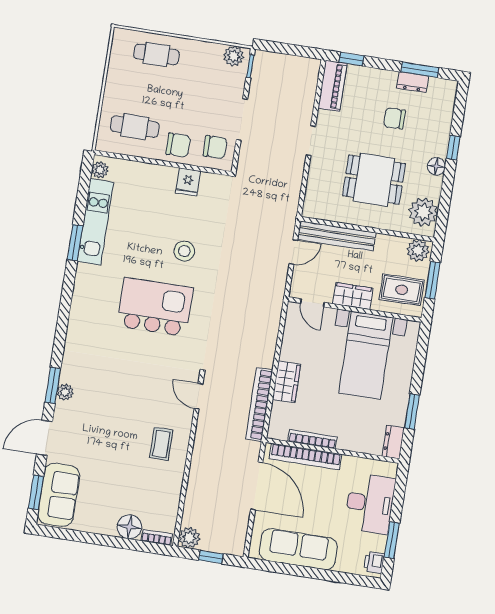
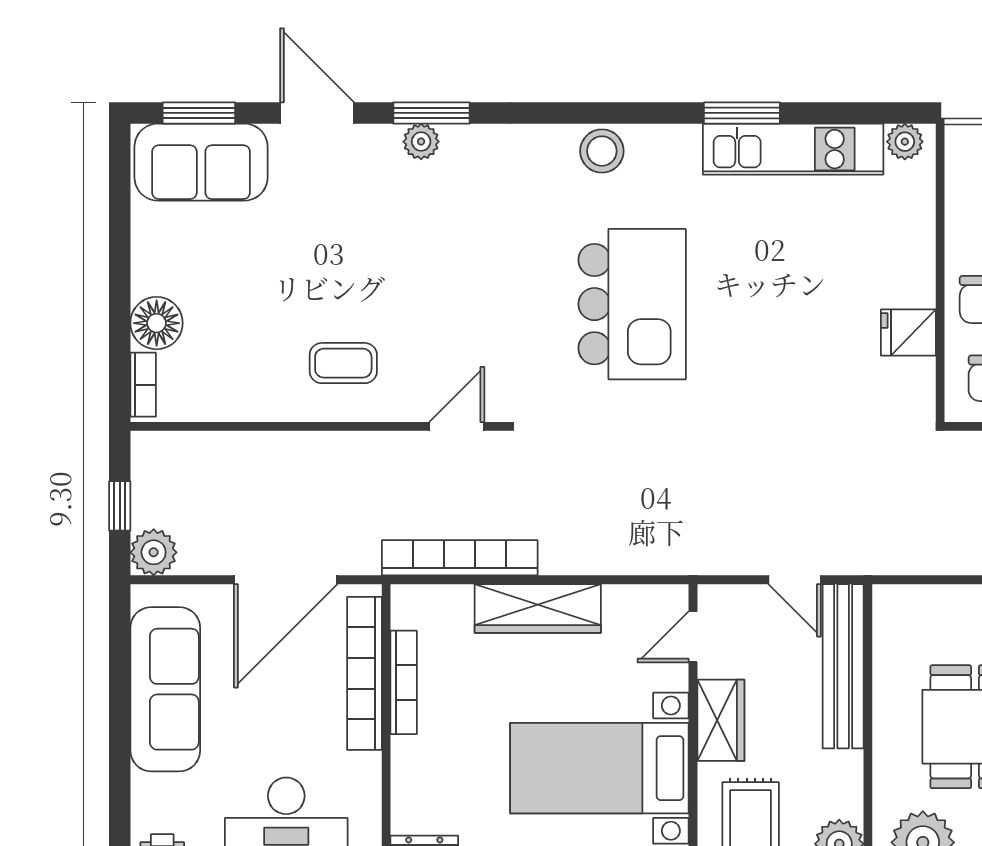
stool: (184, 251) -> (602, 151), moved
wardrobe: (287, 382) -> (538, 608), width x1.50
plant: (189, 538) -> (154, 552), moved

